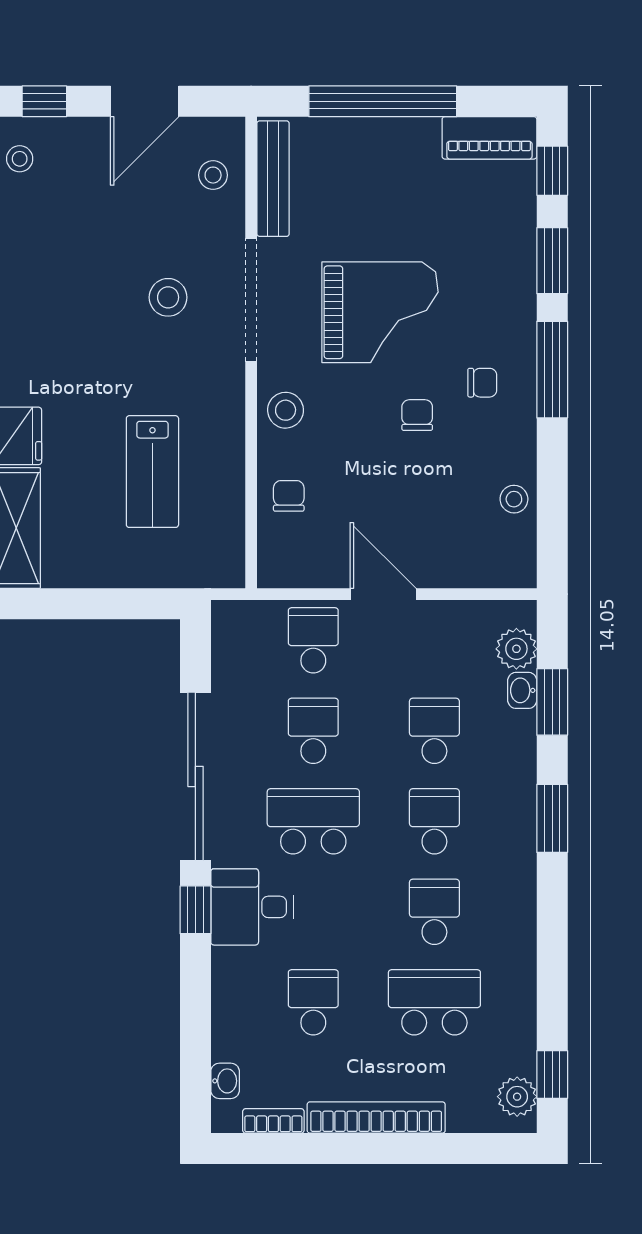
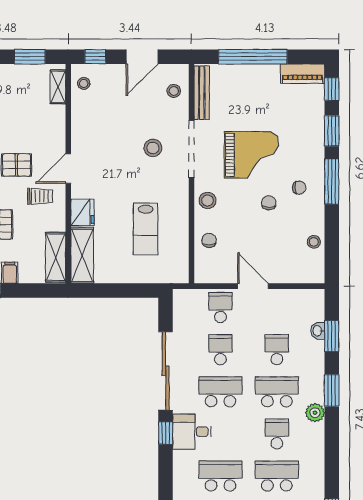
plant: (516, 649) -> (315, 413), moved
school desk: (434, 821) -> (277, 392), width x1.85
school desk: (313, 1002) -> (220, 476), width x1.85

